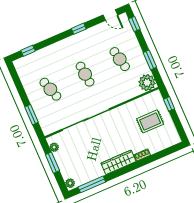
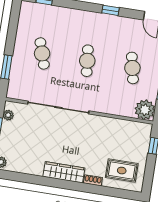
rug: (150, 121) -> (122, 171), moved
window: (92, 184) -> (22, 177), removed

